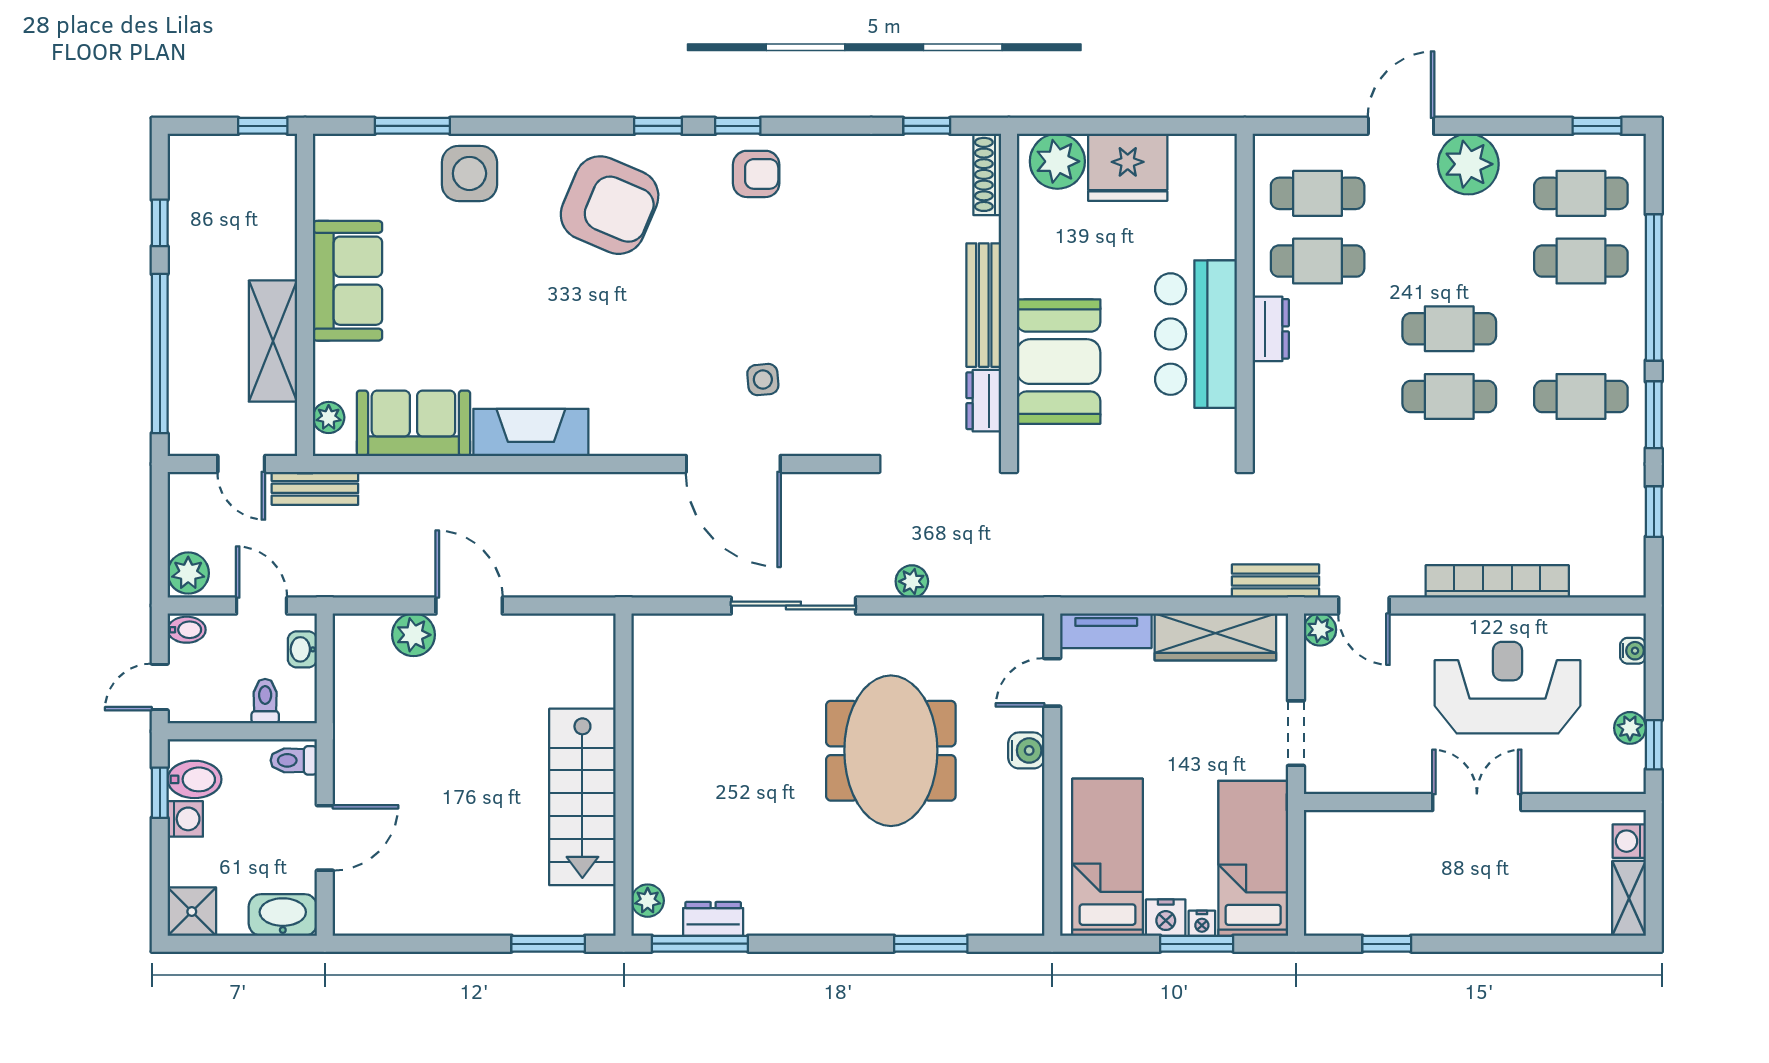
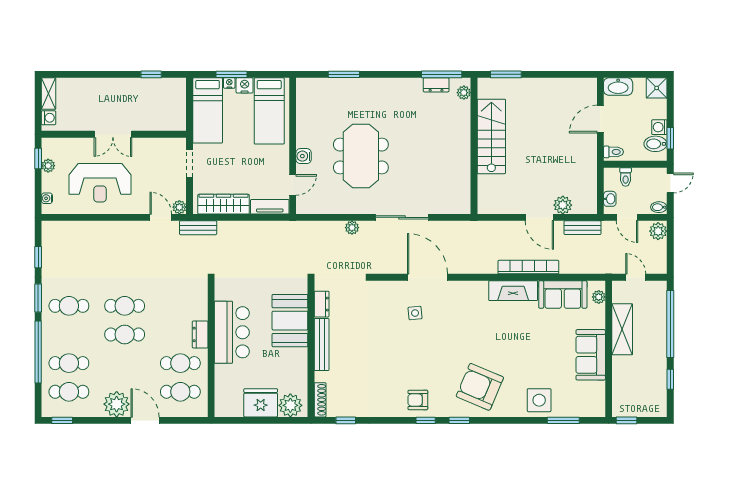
door: (1401, 126) -> (145, 420), swing flipped
bench: (315, 488) -> (583, 228), moved
bookcase: (1497, 581) -> (528, 267), moved, turned 180

